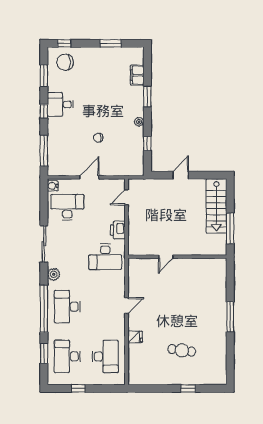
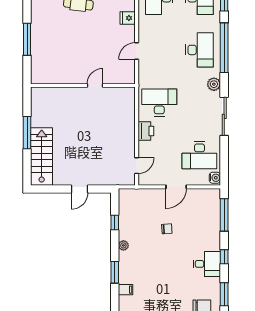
filing cabinet: (137, 75) -> (126, 290), width x0.50
door: (166, 257) -> (95, 86), moved
wall: (177, 257) -> (83, 86), moved

